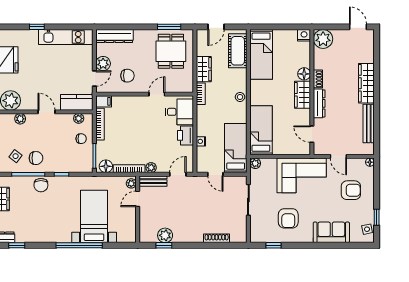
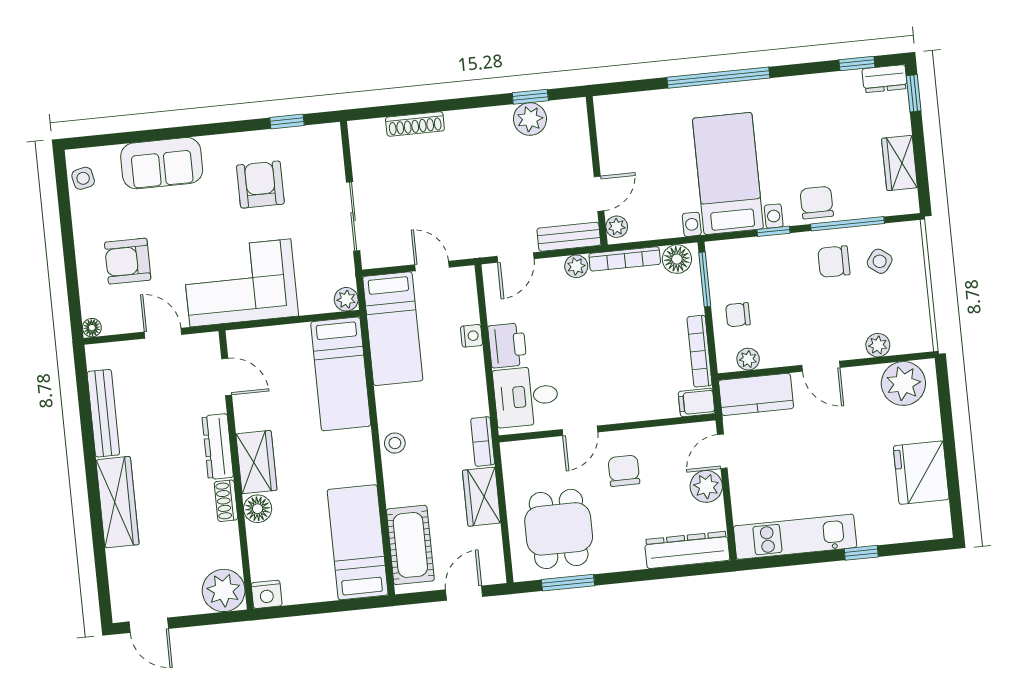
chair: (127, 76) -> (624, 471), moved, turned 90
bed with nightstands: (94, 216) -> (728, 173), moved, turned 180
window: (377, 217) -> (64, 207), removed

